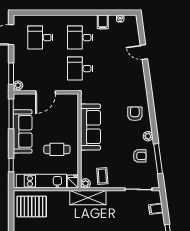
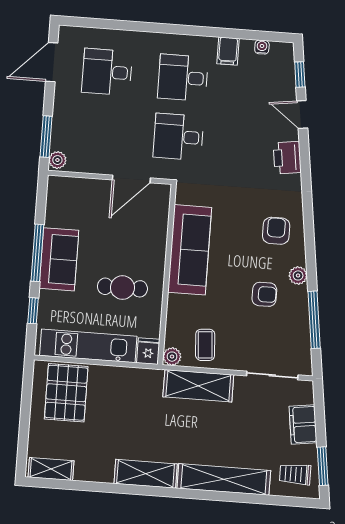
window: (141, 31) -> (300, 75), added
printer: (138, 75) -> (287, 158), added
door: (46, 92) -> (131, 179), moved
window: (11, 114) -> (37, 253), moved
sofa: (23, 131) -> (59, 259), width x0.73
armchair: (140, 156) -> (264, 294), moved
shelving: (88, 198) -> (198, 386), moved
pallet: (32, 206) -> (66, 393), turned 90
filing cabinet: (156, 209) -> (303, 425), width x2.00

